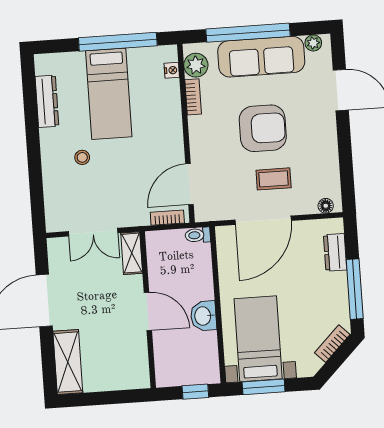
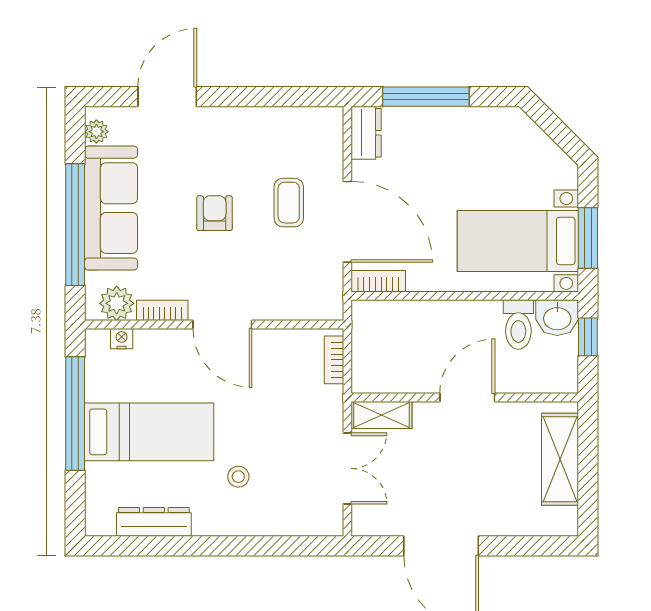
armchair: (263, 128) -> (215, 213), width x0.53, depth x0.53
door: (189, 184) -> (222, 324), moved
floor lamp: (326, 206) -> (333, 130), removed
toilet: (198, 235) -> (518, 325), moved, width x1.37, depth x1.39
dresser: (335, 252) -> (366, 133), moved, turned -90
window: (355, 289) -> (426, 97), moved
washbasin: (203, 316) -> (557, 318), moved
bookcase: (332, 344) -> (378, 281), moved, turned 135
shelving: (68, 362) -> (560, 459), moved, turned 90

